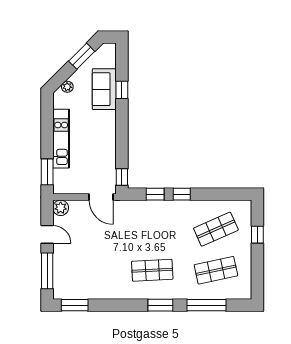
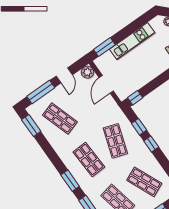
door: (101, 197) -> (106, 84), moved
shop shelf: (152, 229) -> (115, 141), added
shop shelf: (88, 270) -> (60, 118), added

